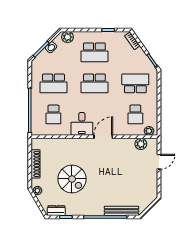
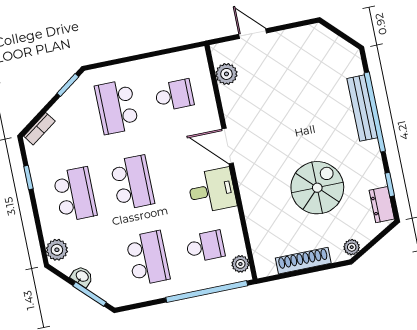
plant: (149, 131) -> (240, 264), moved
bench: (122, 211) -> (362, 108), moved

